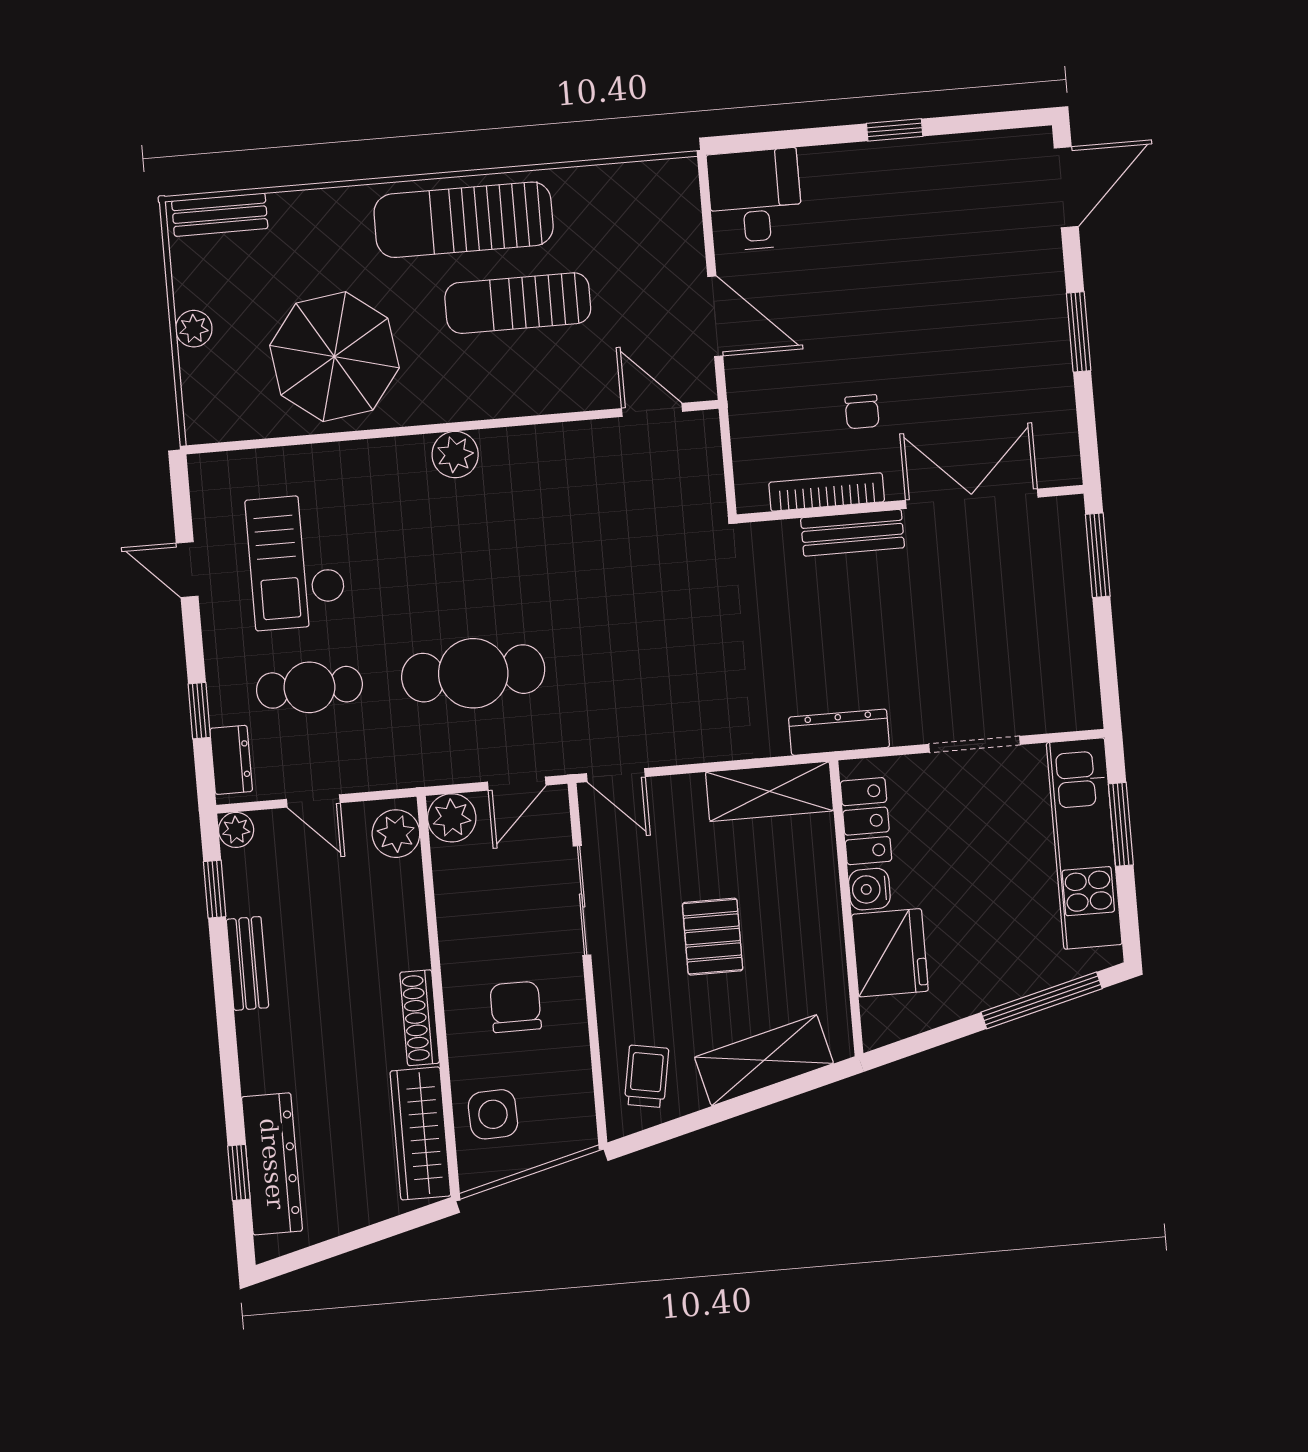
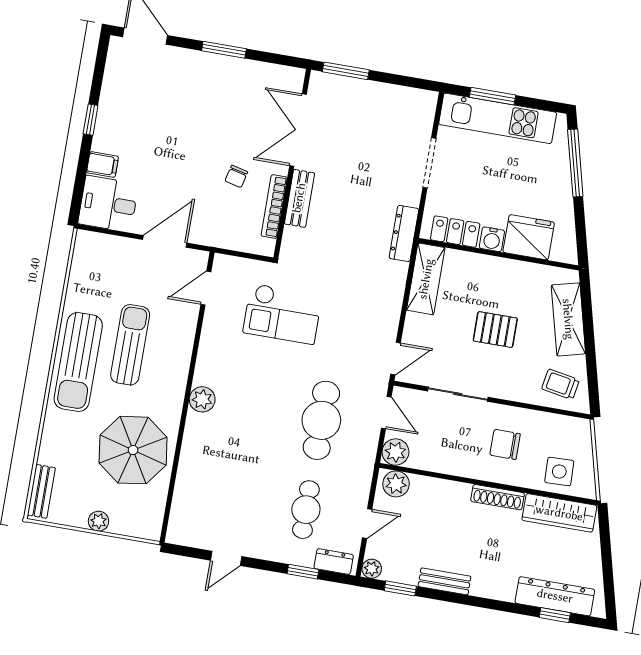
filing cabinet: (821, 171) -> (102, 164), added
sun lounger: (518, 303) -> (130, 345), turned 180
chair: (862, 412) -> (236, 176), turned 103
checkout: (296, 562) -> (283, 314), moved

